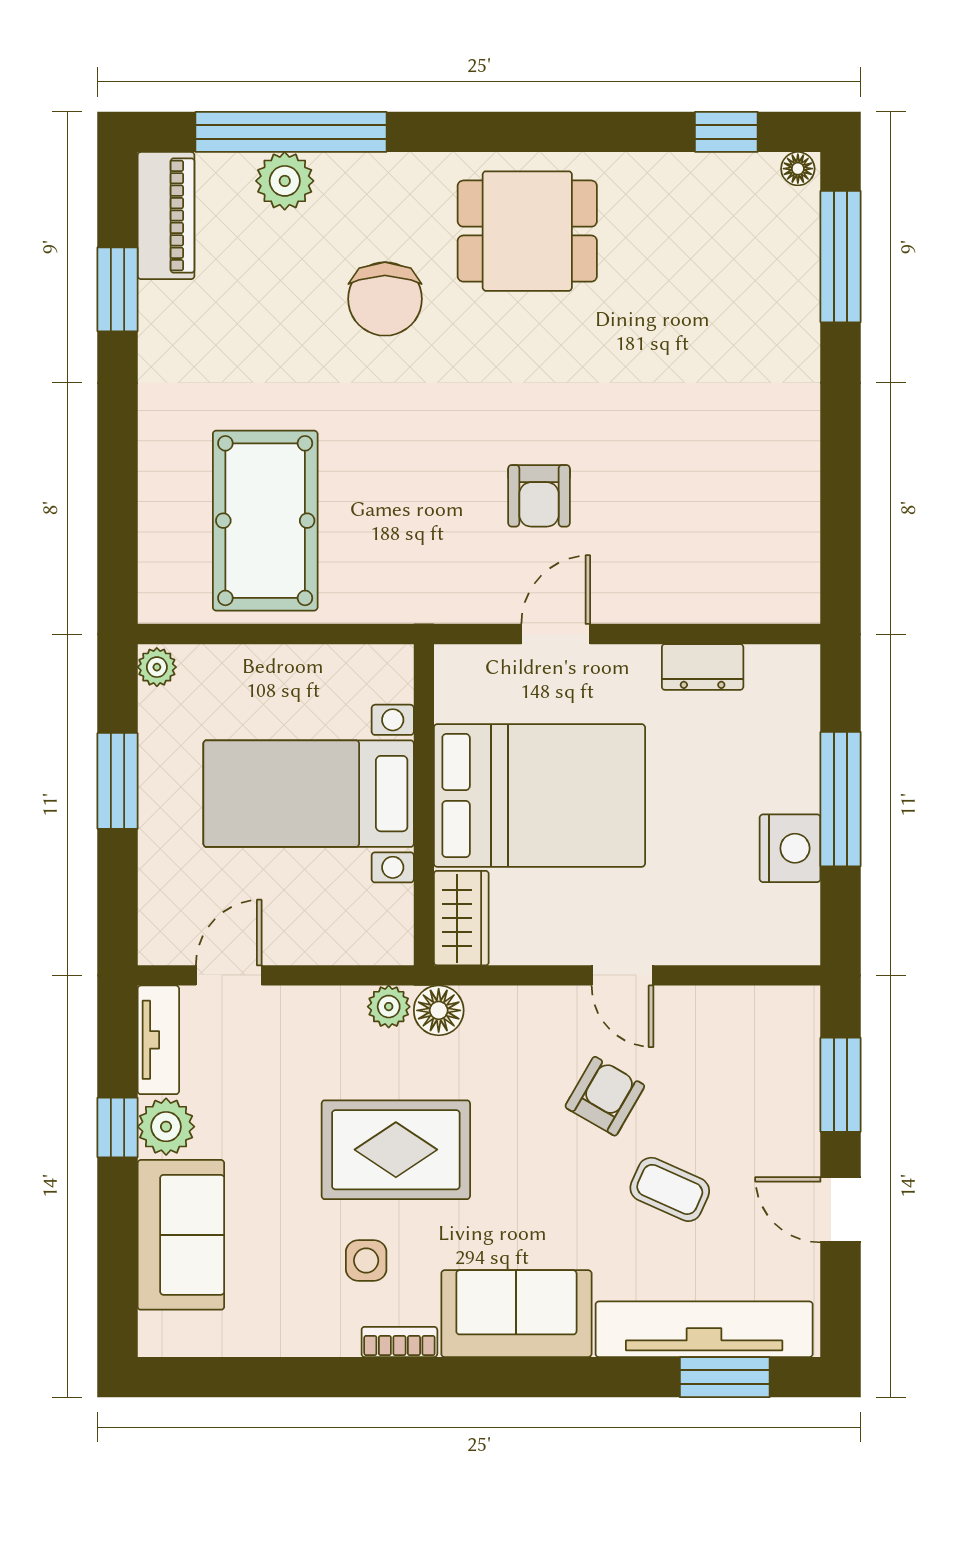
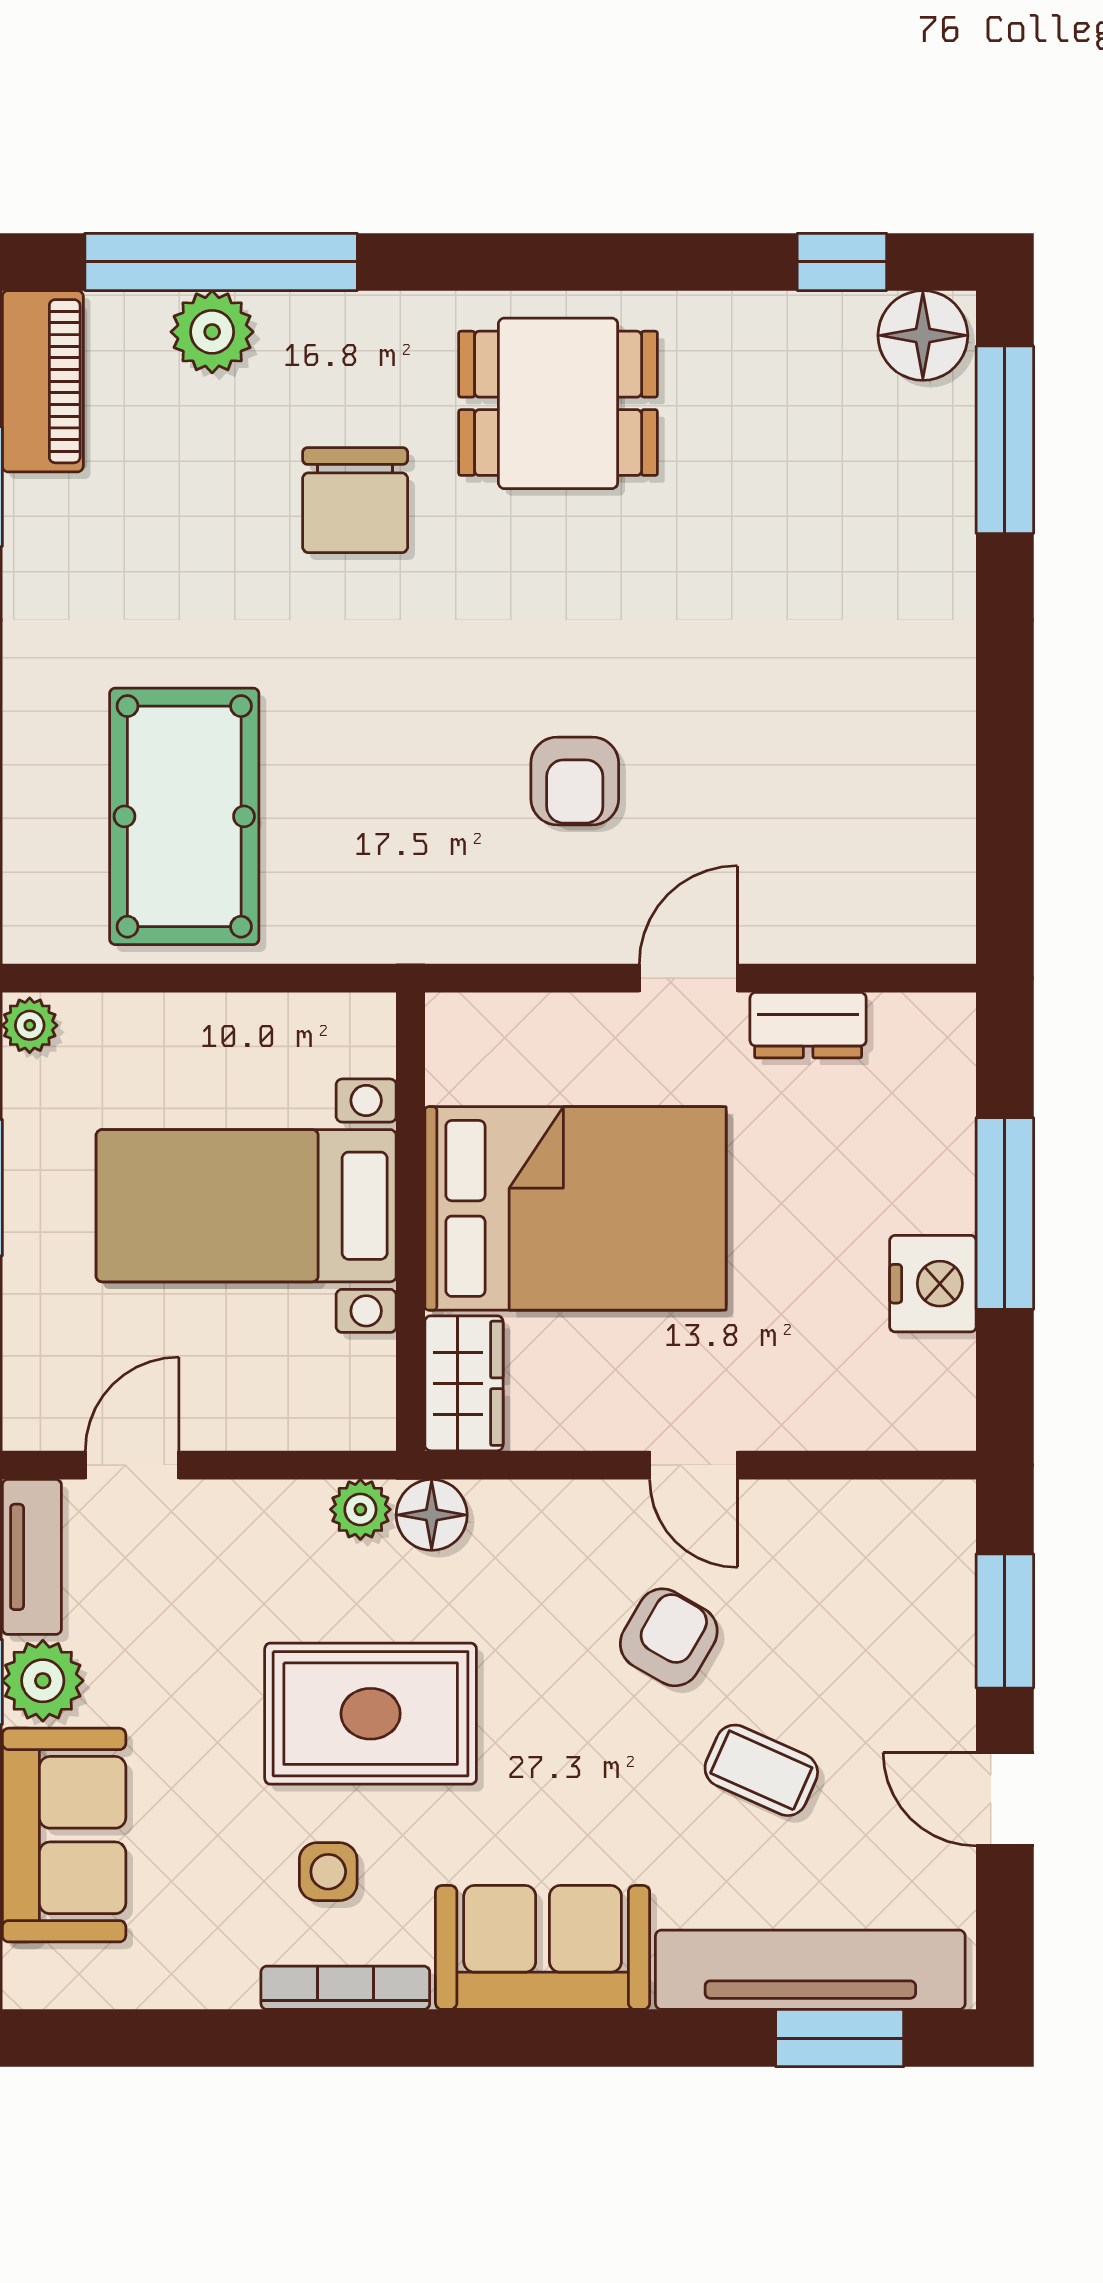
floor lamp: (798, 169) -> (923, 335), width x1.89, depth x1.89
door: (556, 634) -> (688, 978), moved
bookcase: (399, 1342) -> (345, 1988), width x1.56

